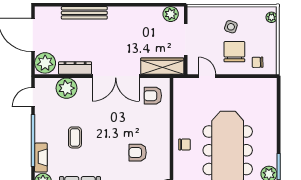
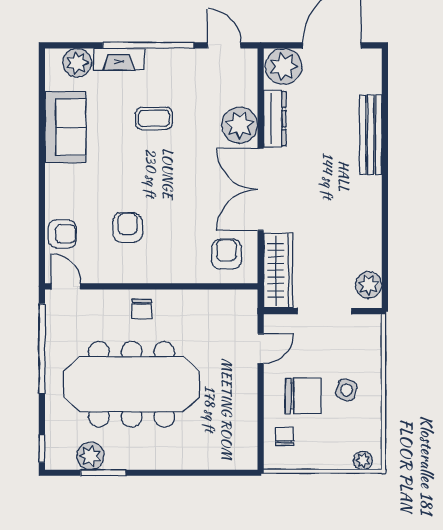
plant: (66, 88) -> (240, 125), moved

